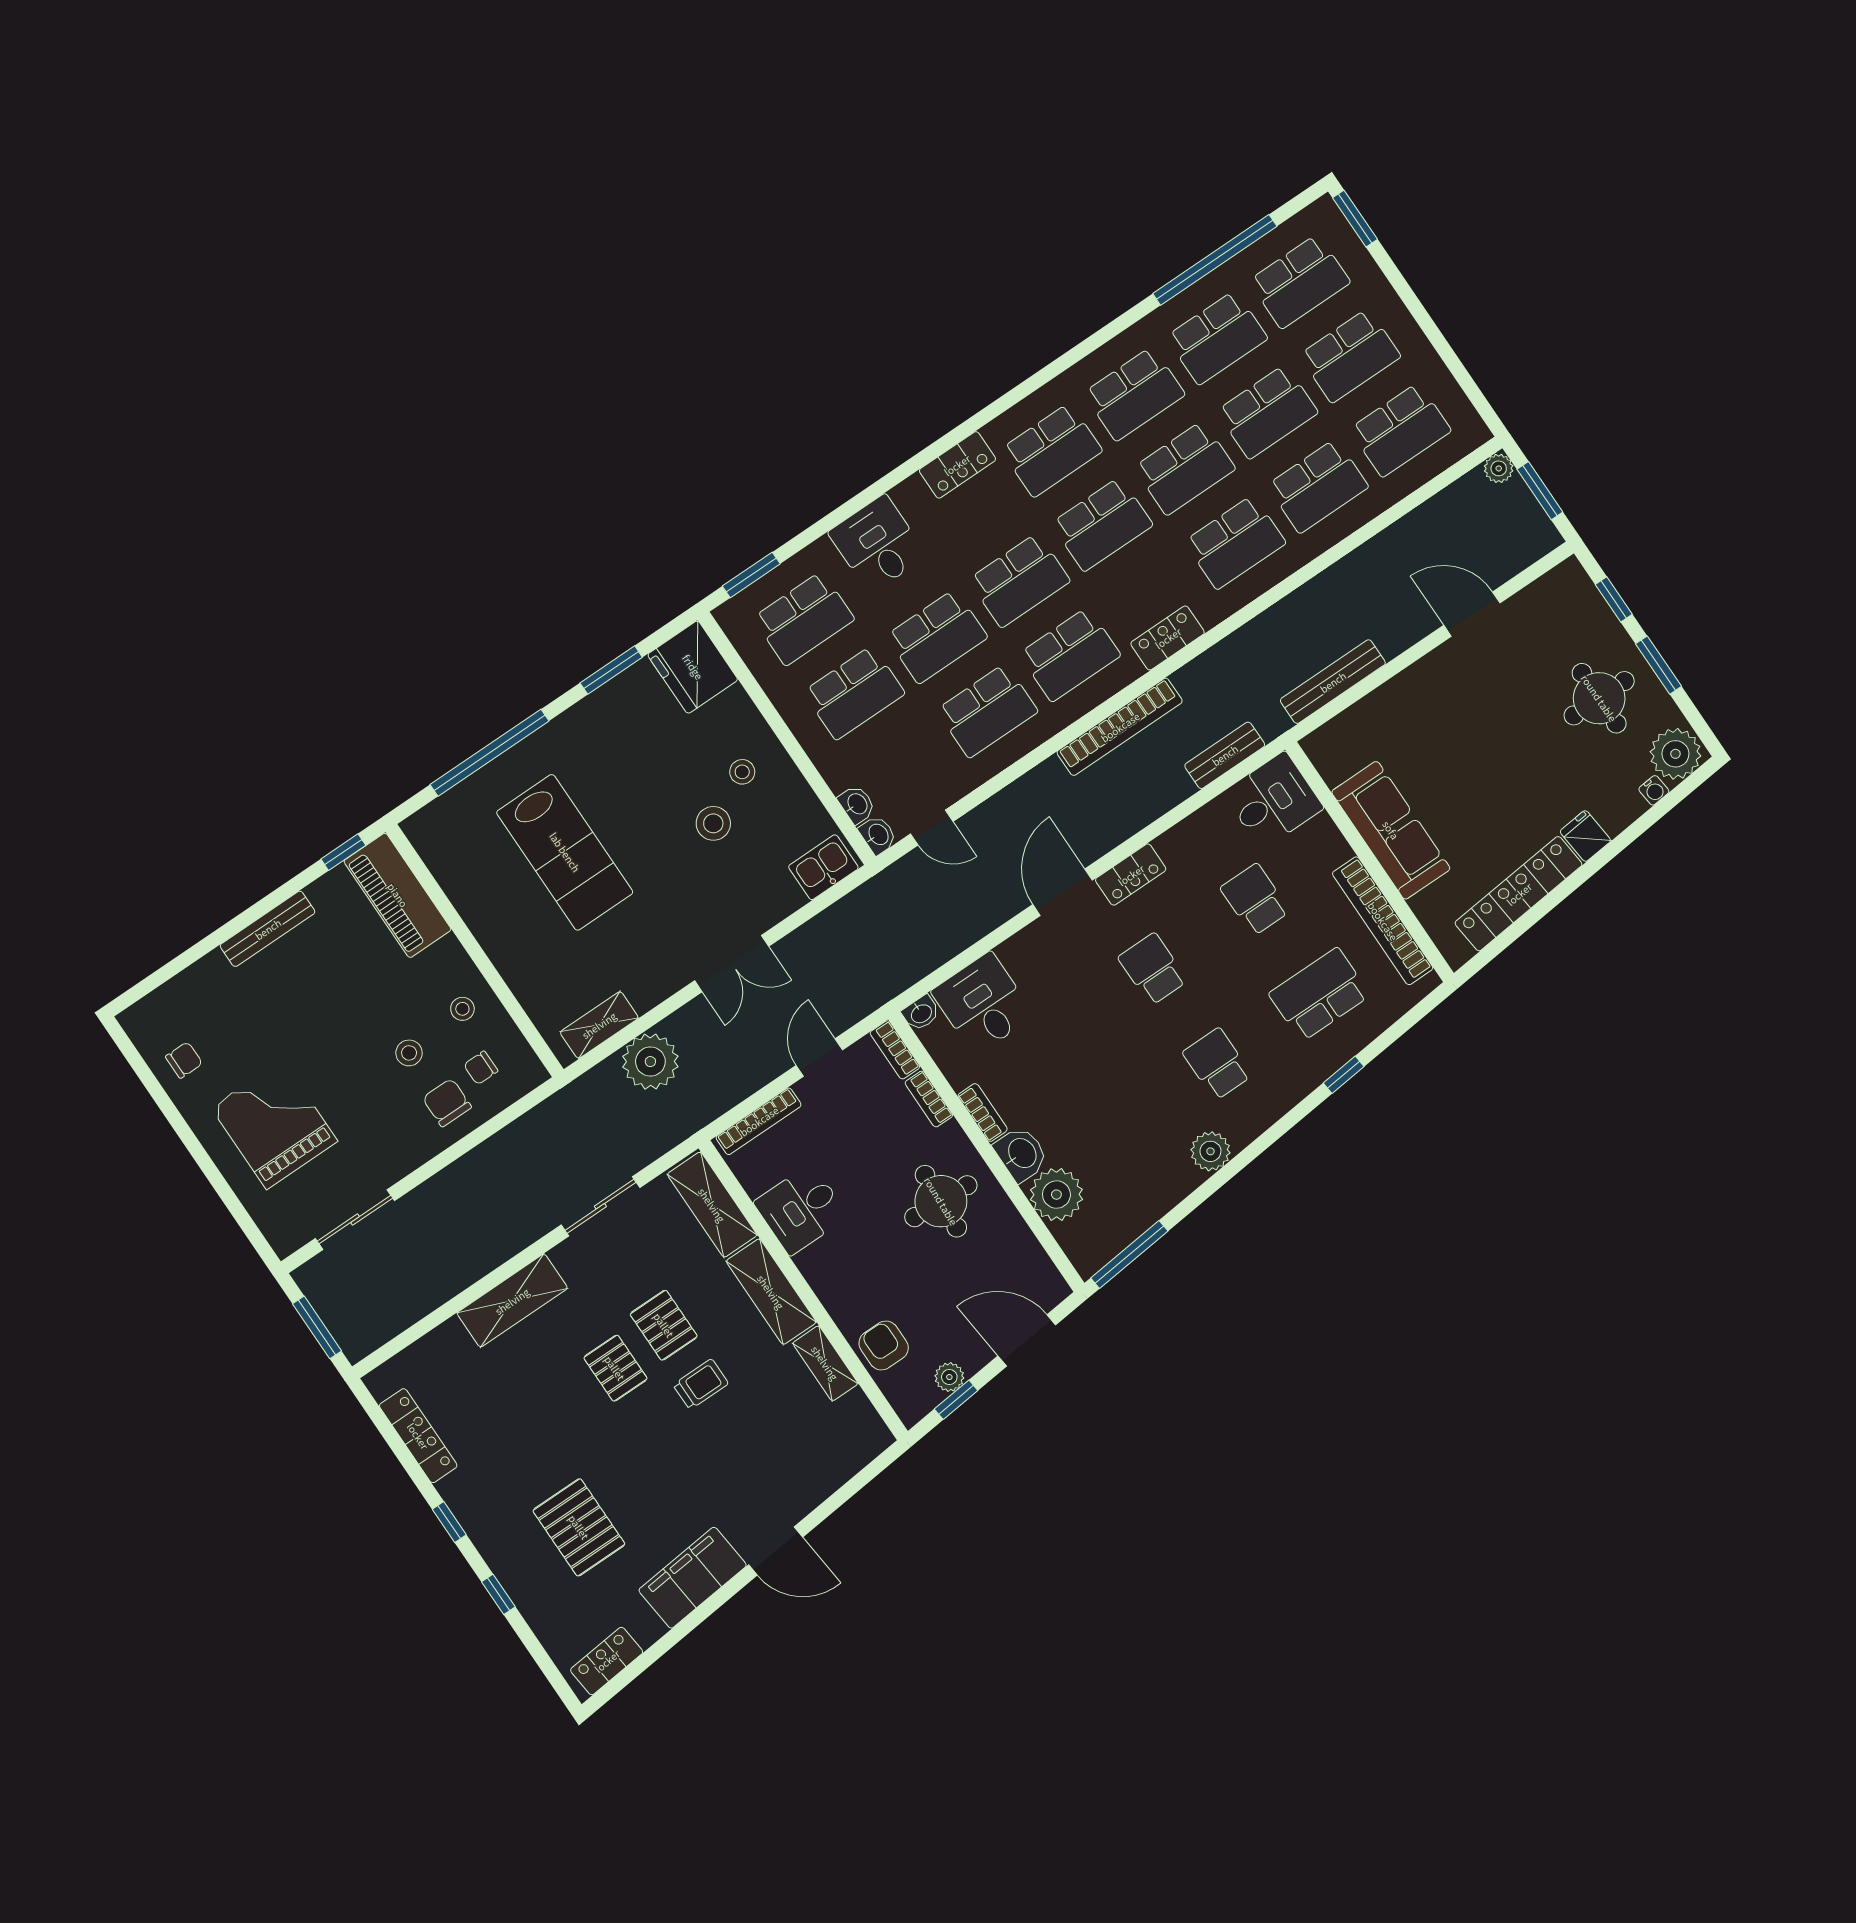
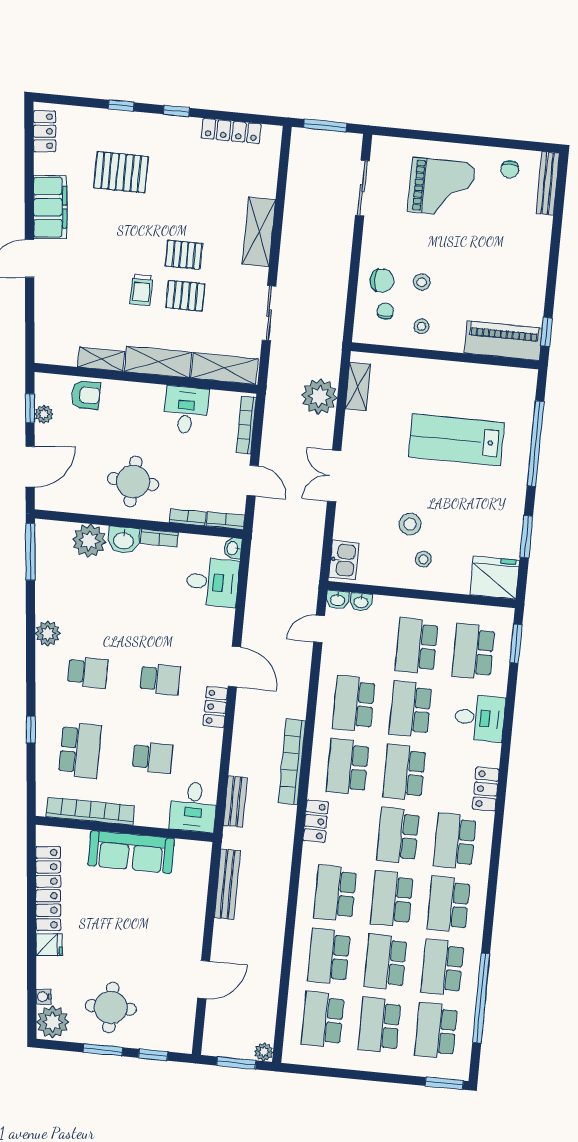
bench: (268, 929) -> (548, 183), moved

